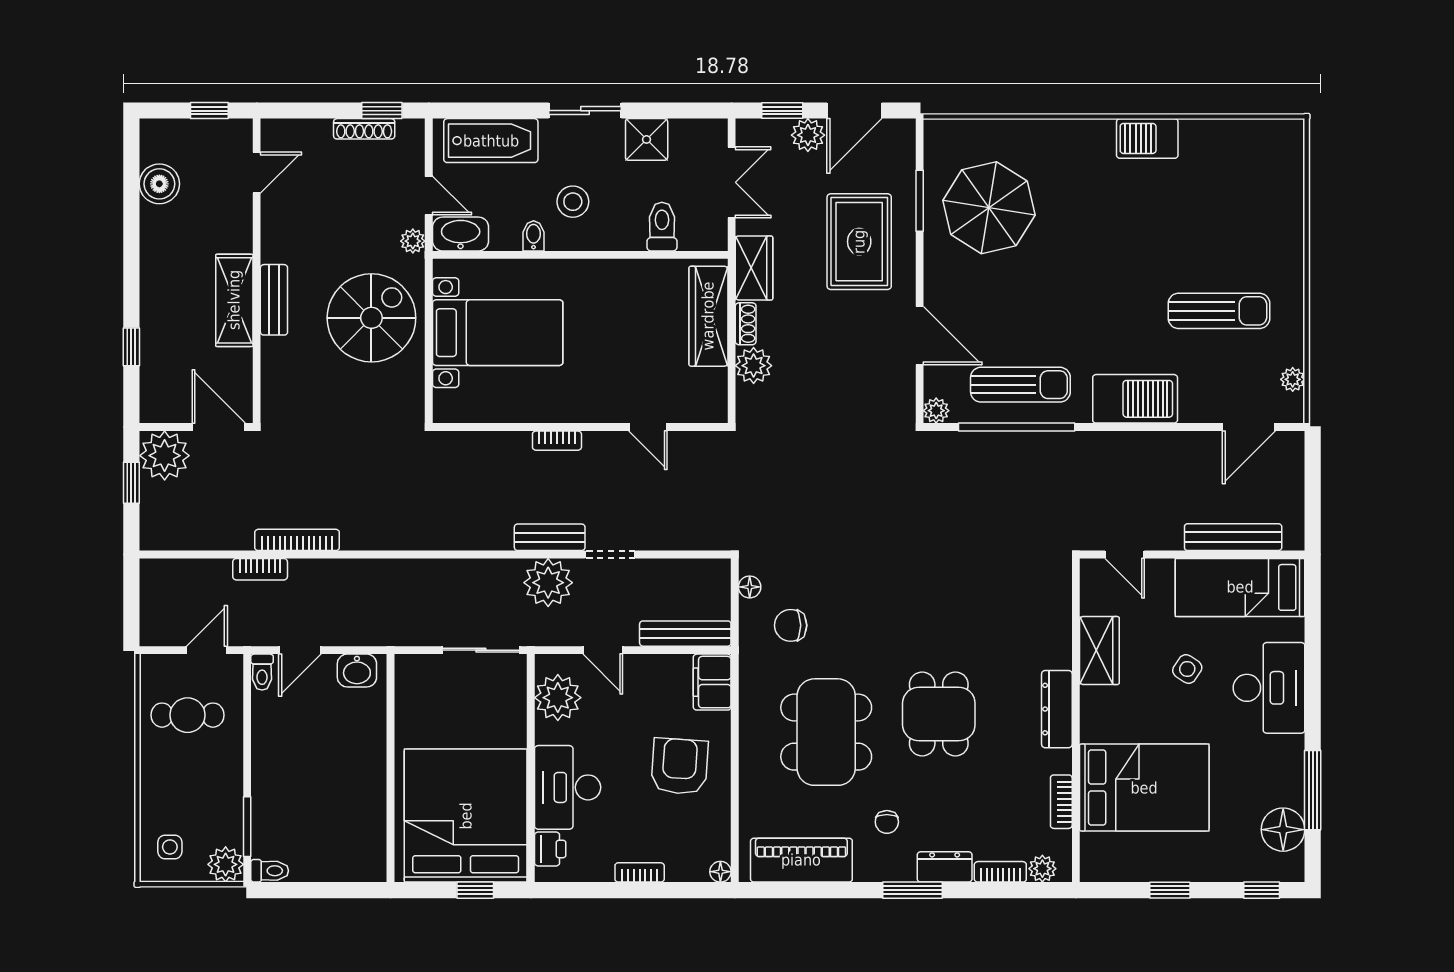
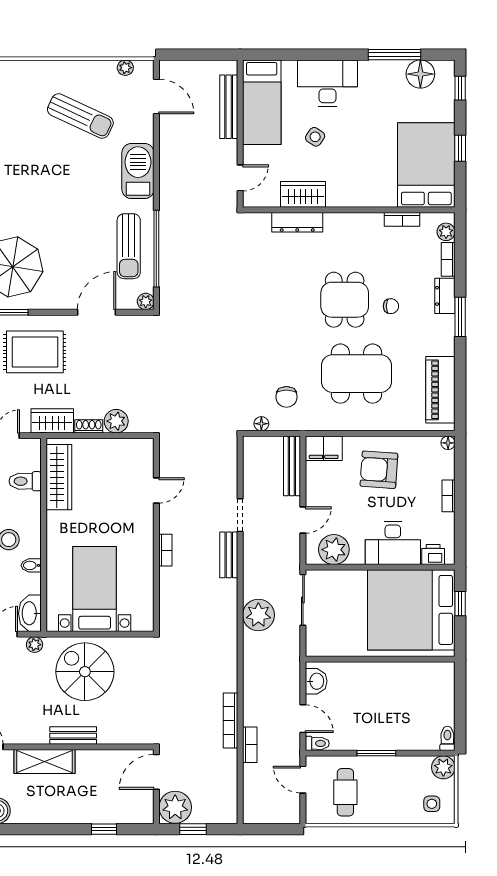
shelving: (234, 300) -> (44, 762), moved
sun lounger: (1219, 311) -> (80, 116), turned 115
wardrobe: (708, 316) -> (59, 477), moved, turned -90
sun lounger: (1020, 385) -> (129, 246), turned 180
plant: (548, 583) -> (258, 615), moved
dresser: (1057, 709) -> (297, 222), moved
dining table: (939, 714) -> (345, 300), turned 90
bed: (1144, 788) -> (426, 165), moved
chair: (887, 822) -> (391, 306), moved
window: (247, 827) -> (376, 753), moved

